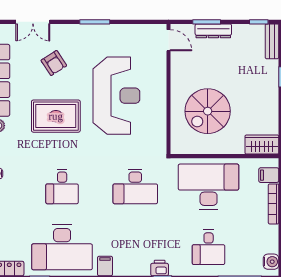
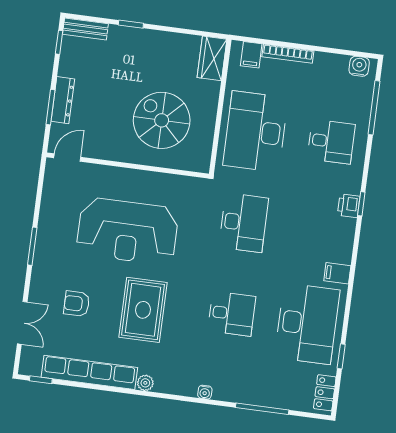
armchair: (54, 63) -> (77, 304), turned -147
reception desk: (116, 96) -> (127, 231), turned 180
spiral stairs: (208, 111) -> (162, 120), turned 180

